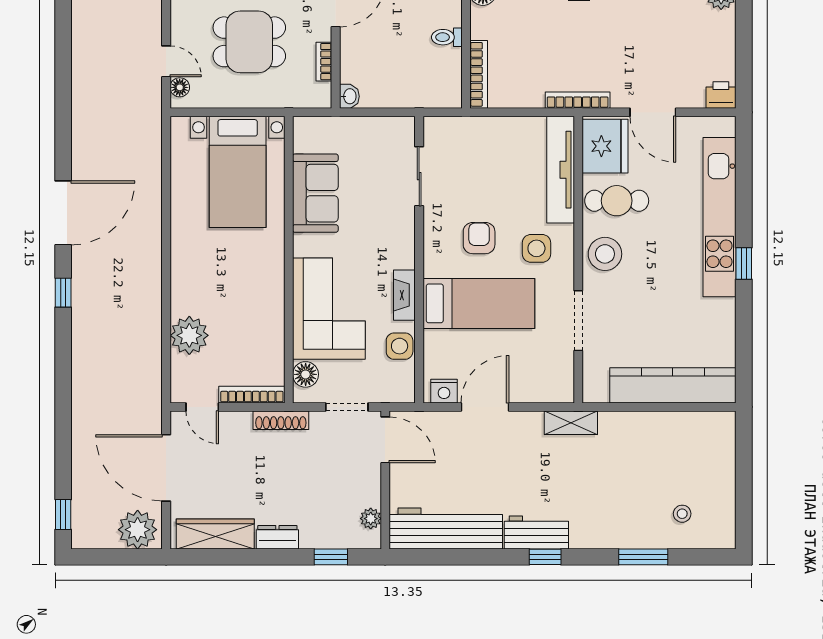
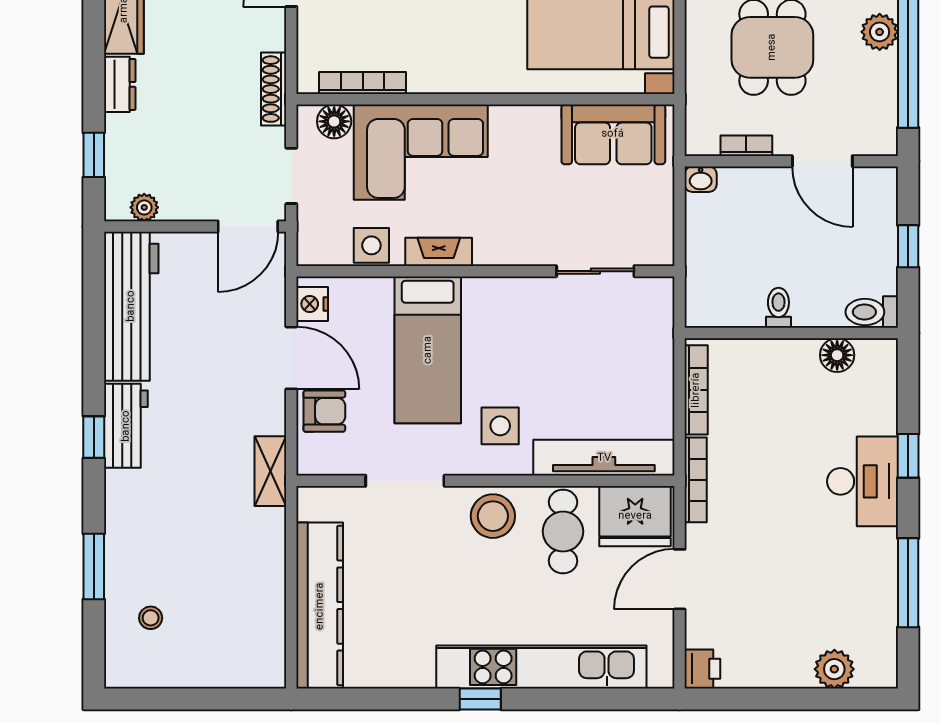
bookcase: (479, 74) -> (696, 390), moved, turned -90
sofa: (315, 193) -> (613, 134), moved
armchair: (479, 238) -> (324, 411), moved
bookcase: (252, 395) -> (363, 83), moved, turned -90

